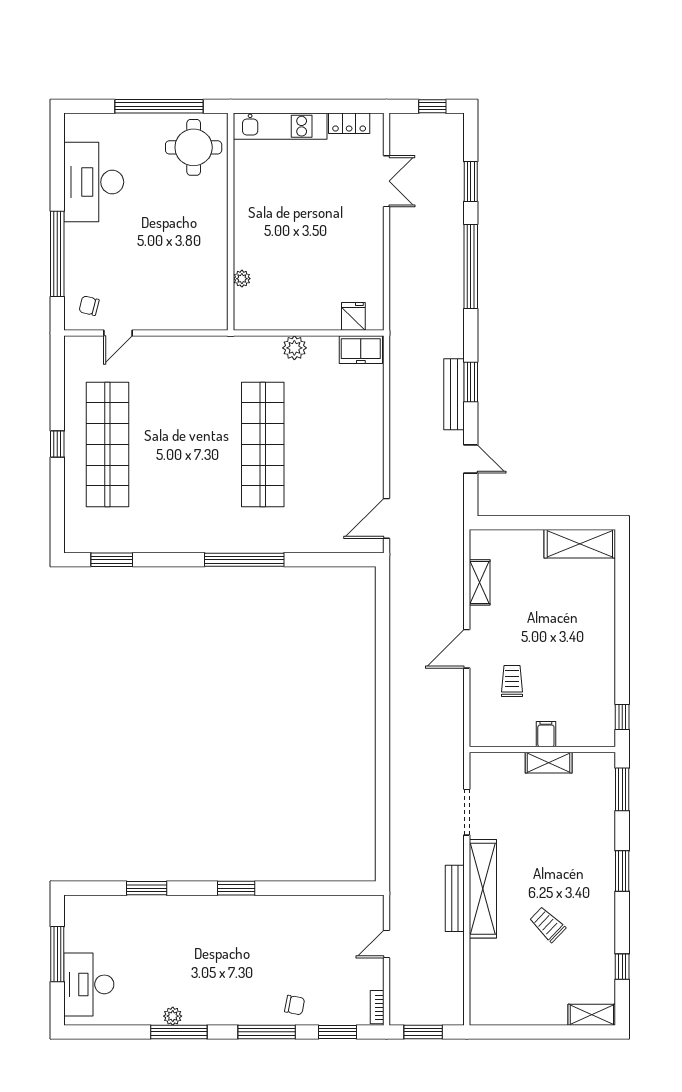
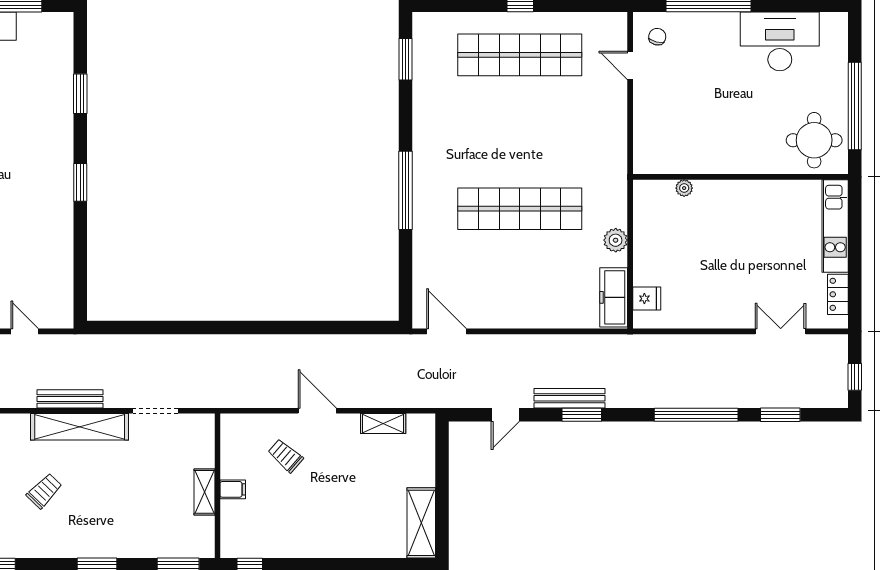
double door: (386, 181) -> (781, 331), swing flipped
freezer: (361, 350) -> (614, 297), width x1.40
trolley: (512, 681) -> (285, 456), turned -139

